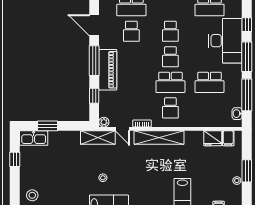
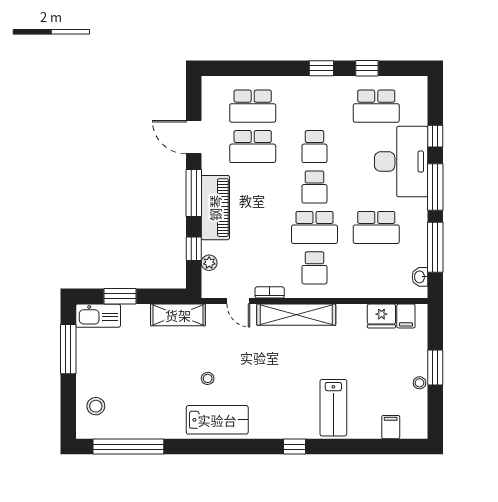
school desk: (131, 31) -> (253, 147), width x1.85
plant: (104, 122) -> (209, 263), moved
shelving: (98, 138) -> (178, 315), moved
window: (15, 159) -> (68, 349), width x2.17

